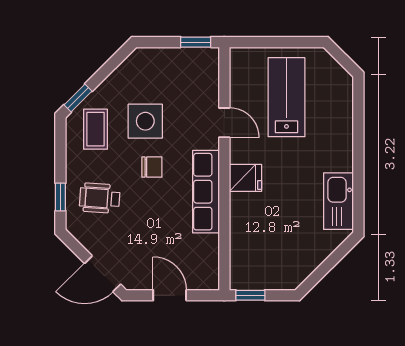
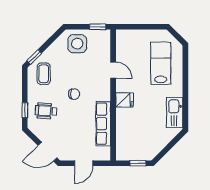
lab bench: (286, 97) -> (161, 63), moved
side table: (145, 121) -> (77, 44), moved
row of seats: (206, 192) -> (103, 124), moved
door: (170, 295) -> (84, 163), swing flipped
window: (250, 295) -> (138, 163), moved

